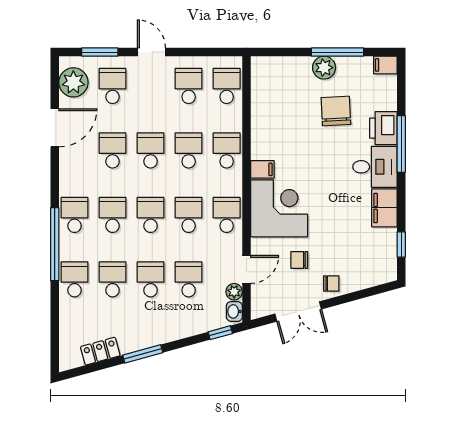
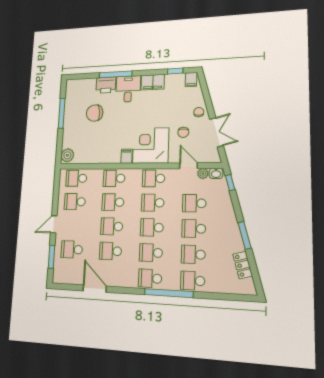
filing cabinet: (385, 65) -> (191, 80), moved
plant: (324, 68) -> (67, 155), moved
plant: (73, 82) -> (68, 275), removed

